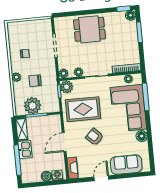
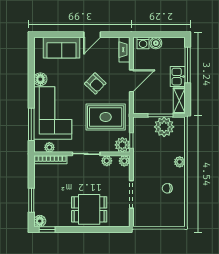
chair: (35, 81) -> (158, 156), removed

